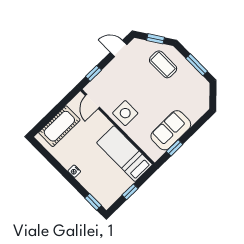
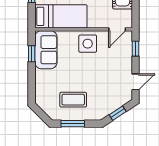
coffee table: (163, 64) -> (73, 100), moved
door: (92, 101) -> (117, 29), swing flipped
sofa: (171, 130) -> (46, 50), moved

